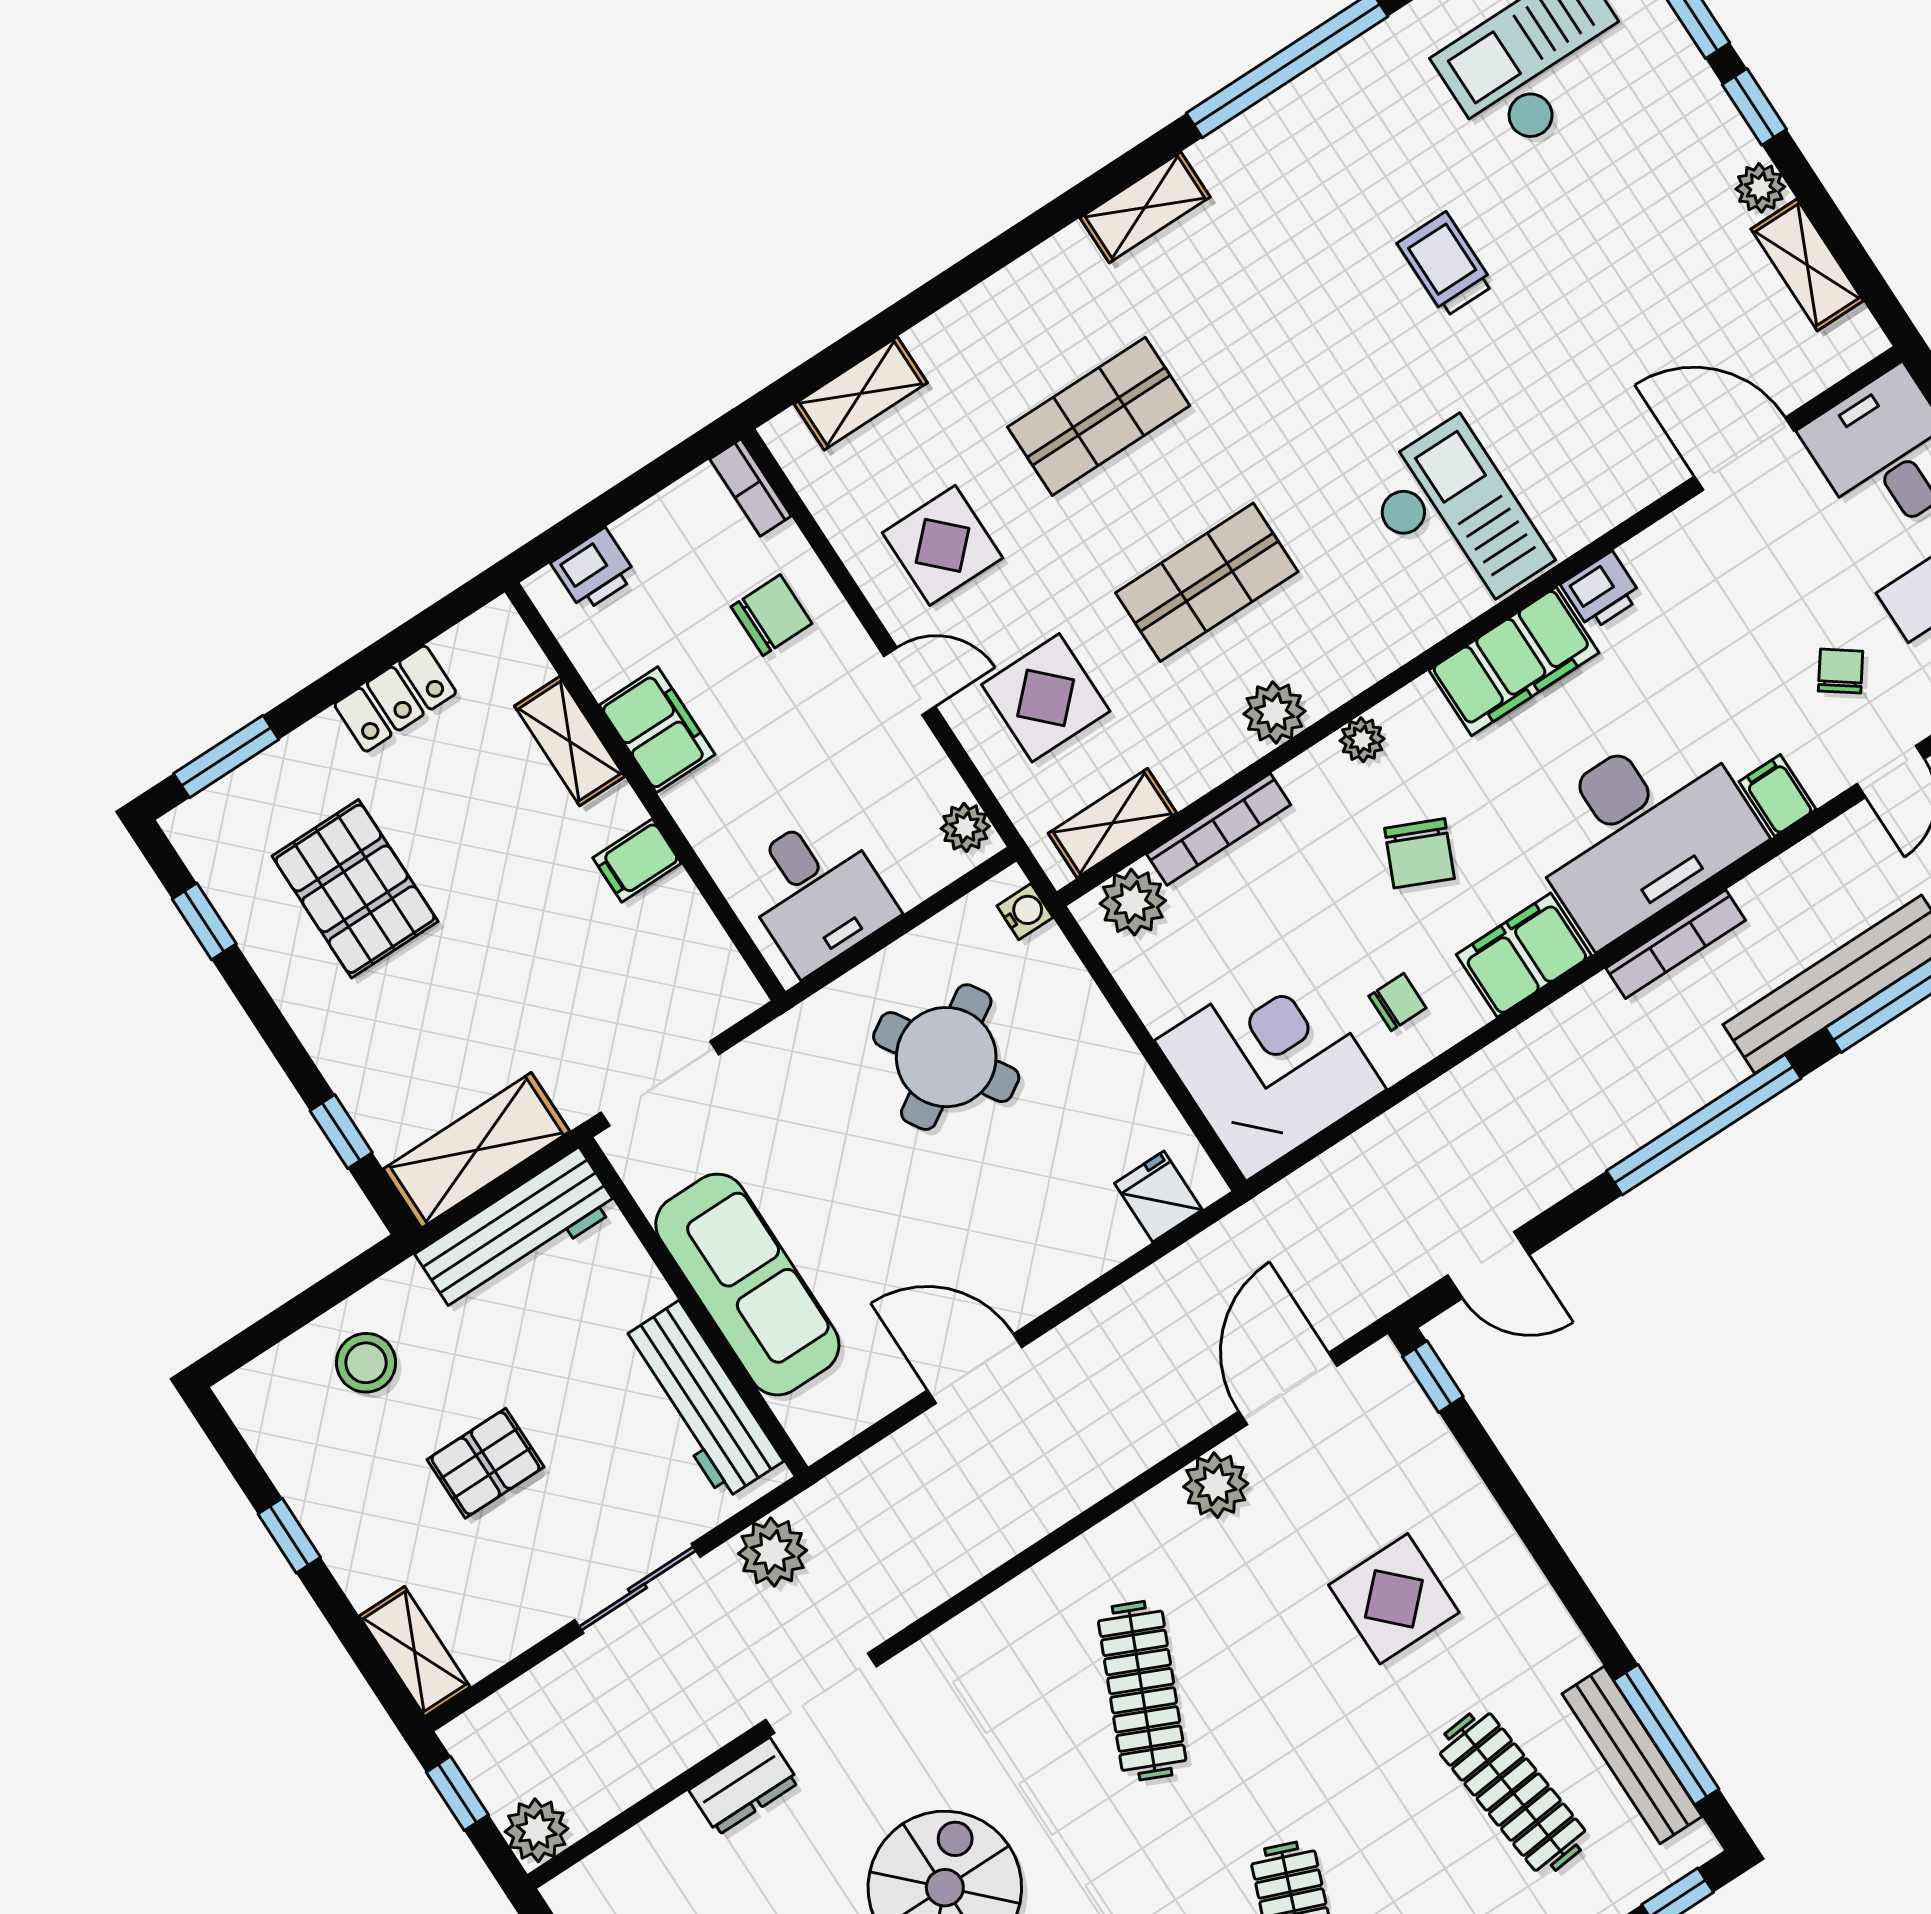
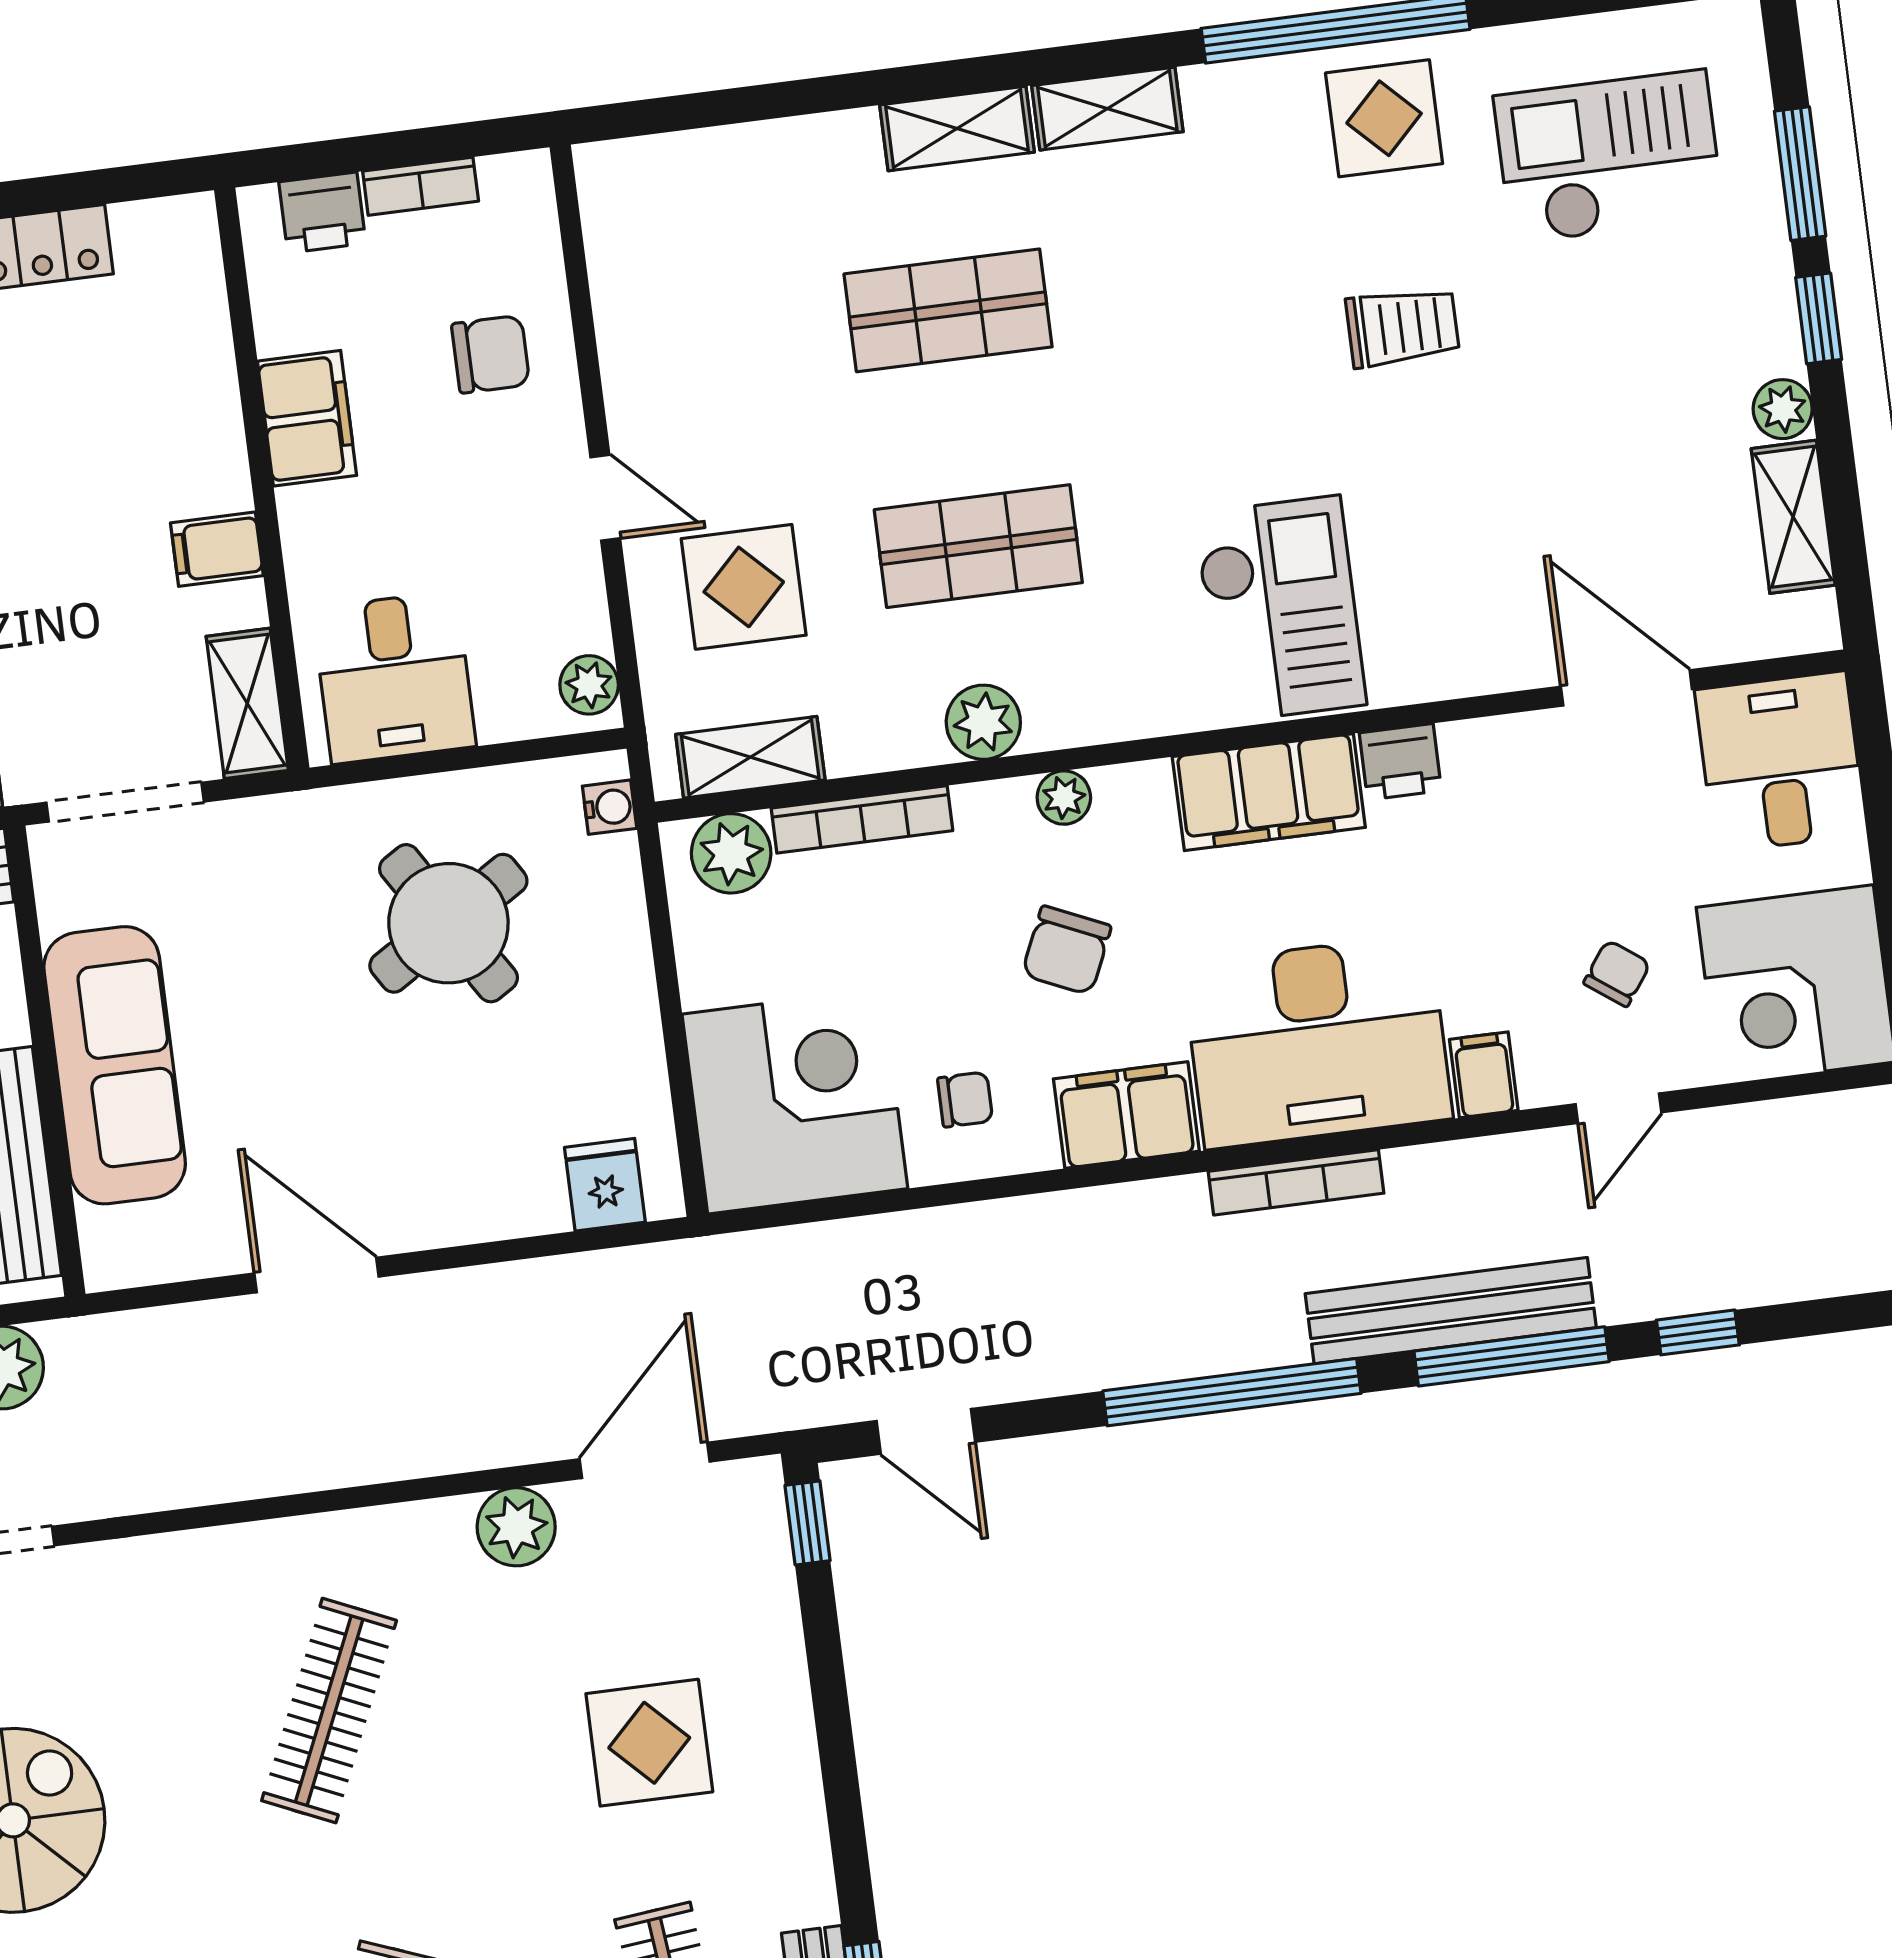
trolley: (1446, 264) -> (1403, 327), turned 90
shelving: (861, 393) -> (957, 129), moved
bookcase: (751, 487) -> (421, 186), moved, turned -90
display table: (943, 545) -> (1384, 118), moved
shelving: (570, 741) -> (247, 703), moved

